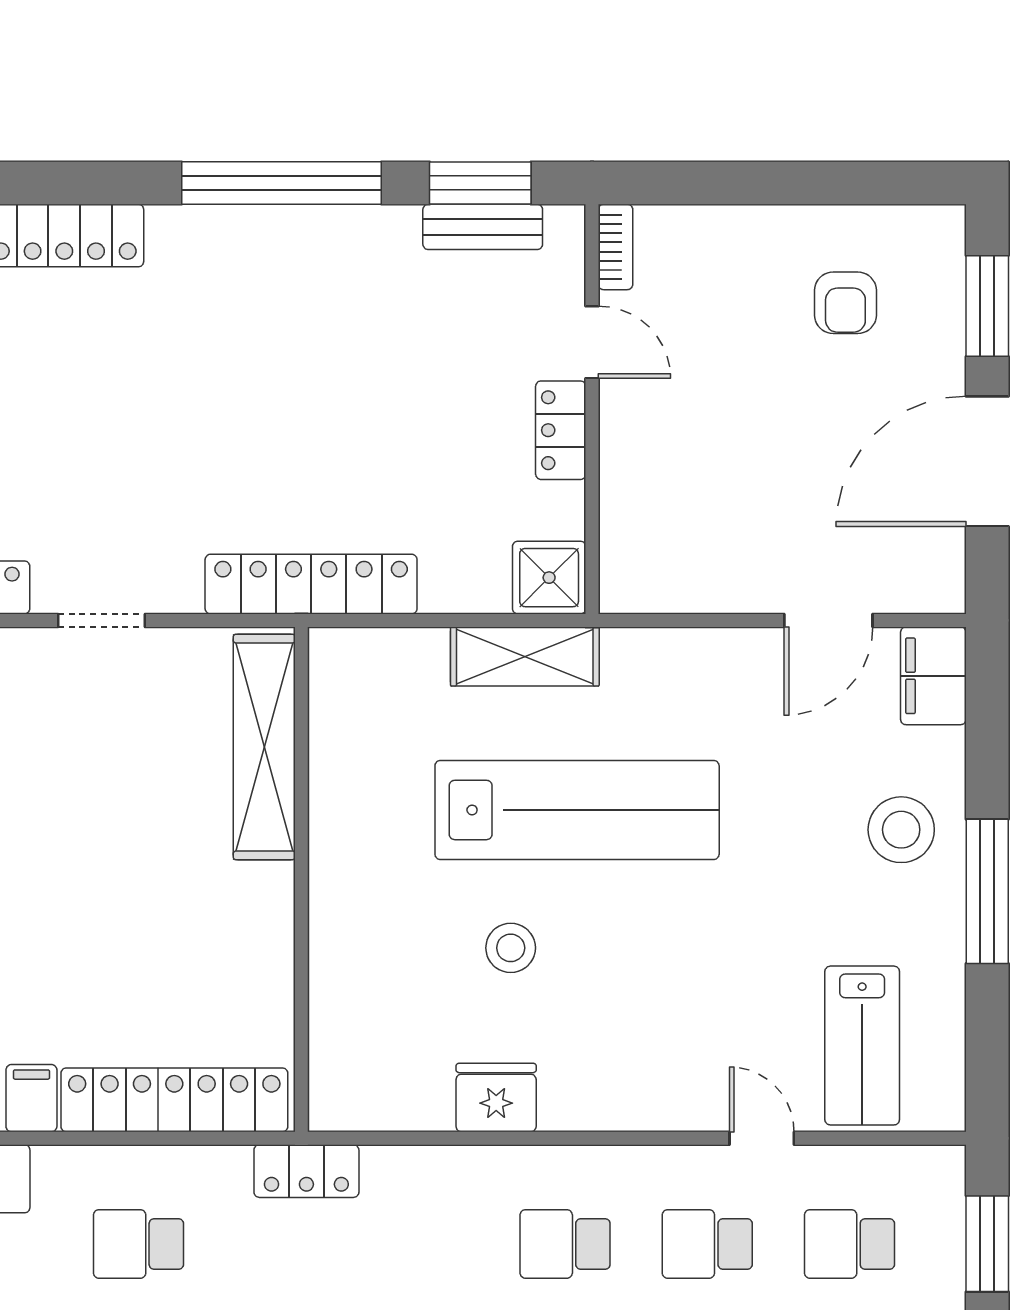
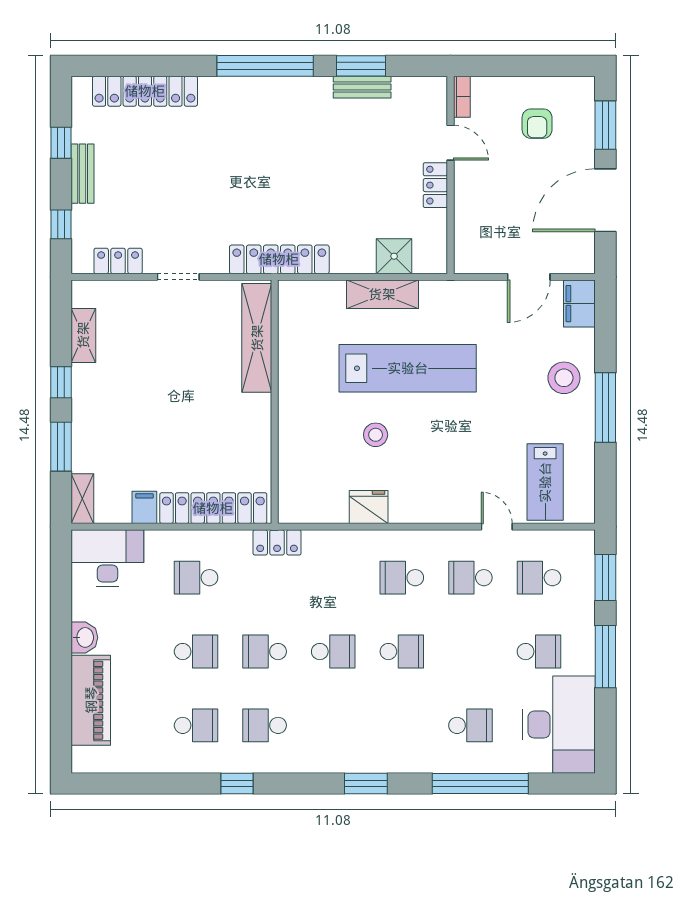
bookcase: (615, 247) -> (462, 97), moved
door: (592, 342) -> (450, 143), moved
wall: (592, 409) -> (450, 175), moved
locker: (561, 430) -> (435, 185), moved

